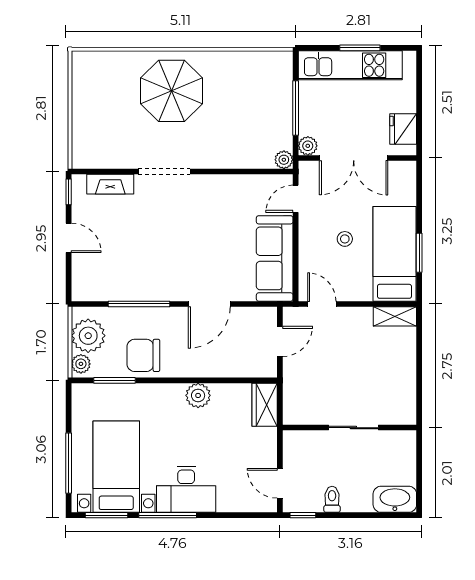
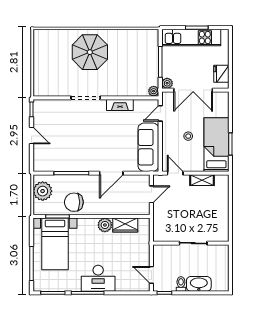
fireplace: (110, 184) -> (120, 105), moved
shelving: (395, 316) -> (202, 180), moved
plant: (81, 364) -> (38, 207), removed
wardrobe: (265, 405) -> (125, 225), moved, turned -90
bed with nightstands: (116, 467) -> (55, 244), moved, turned 180
washbasin: (395, 499) -> (199, 284), moved

